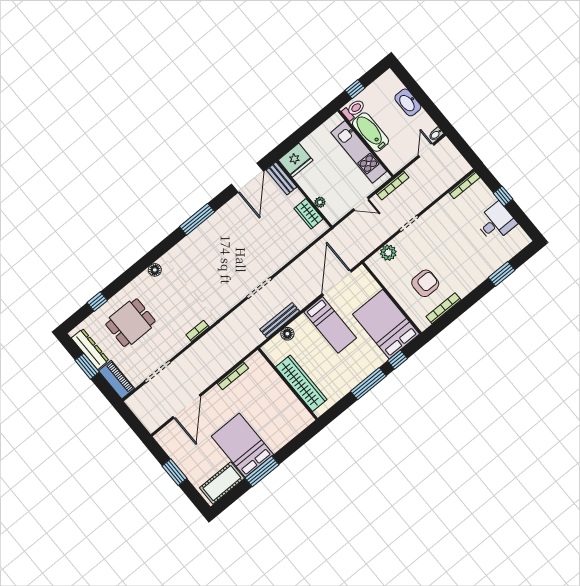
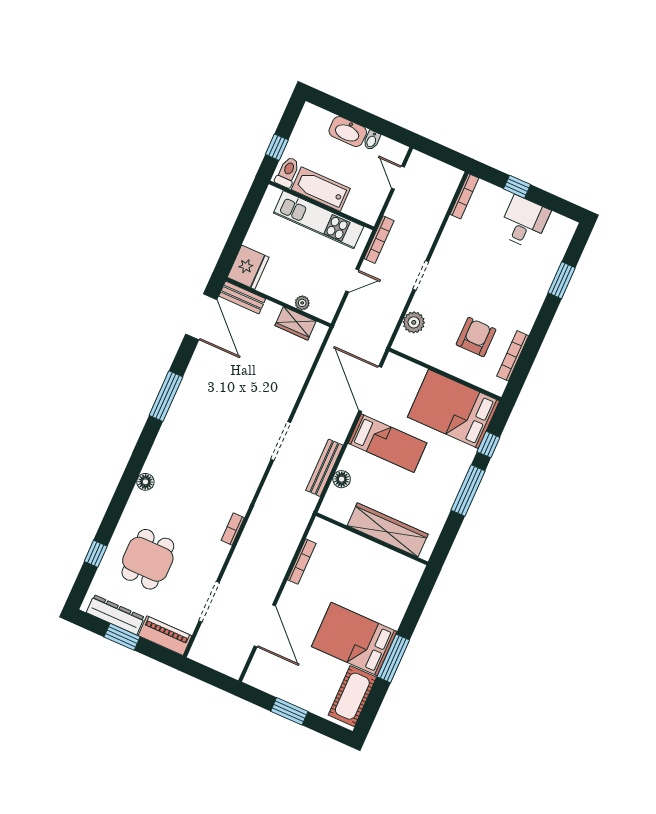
bidet: (436, 134) -> (372, 140), moved

